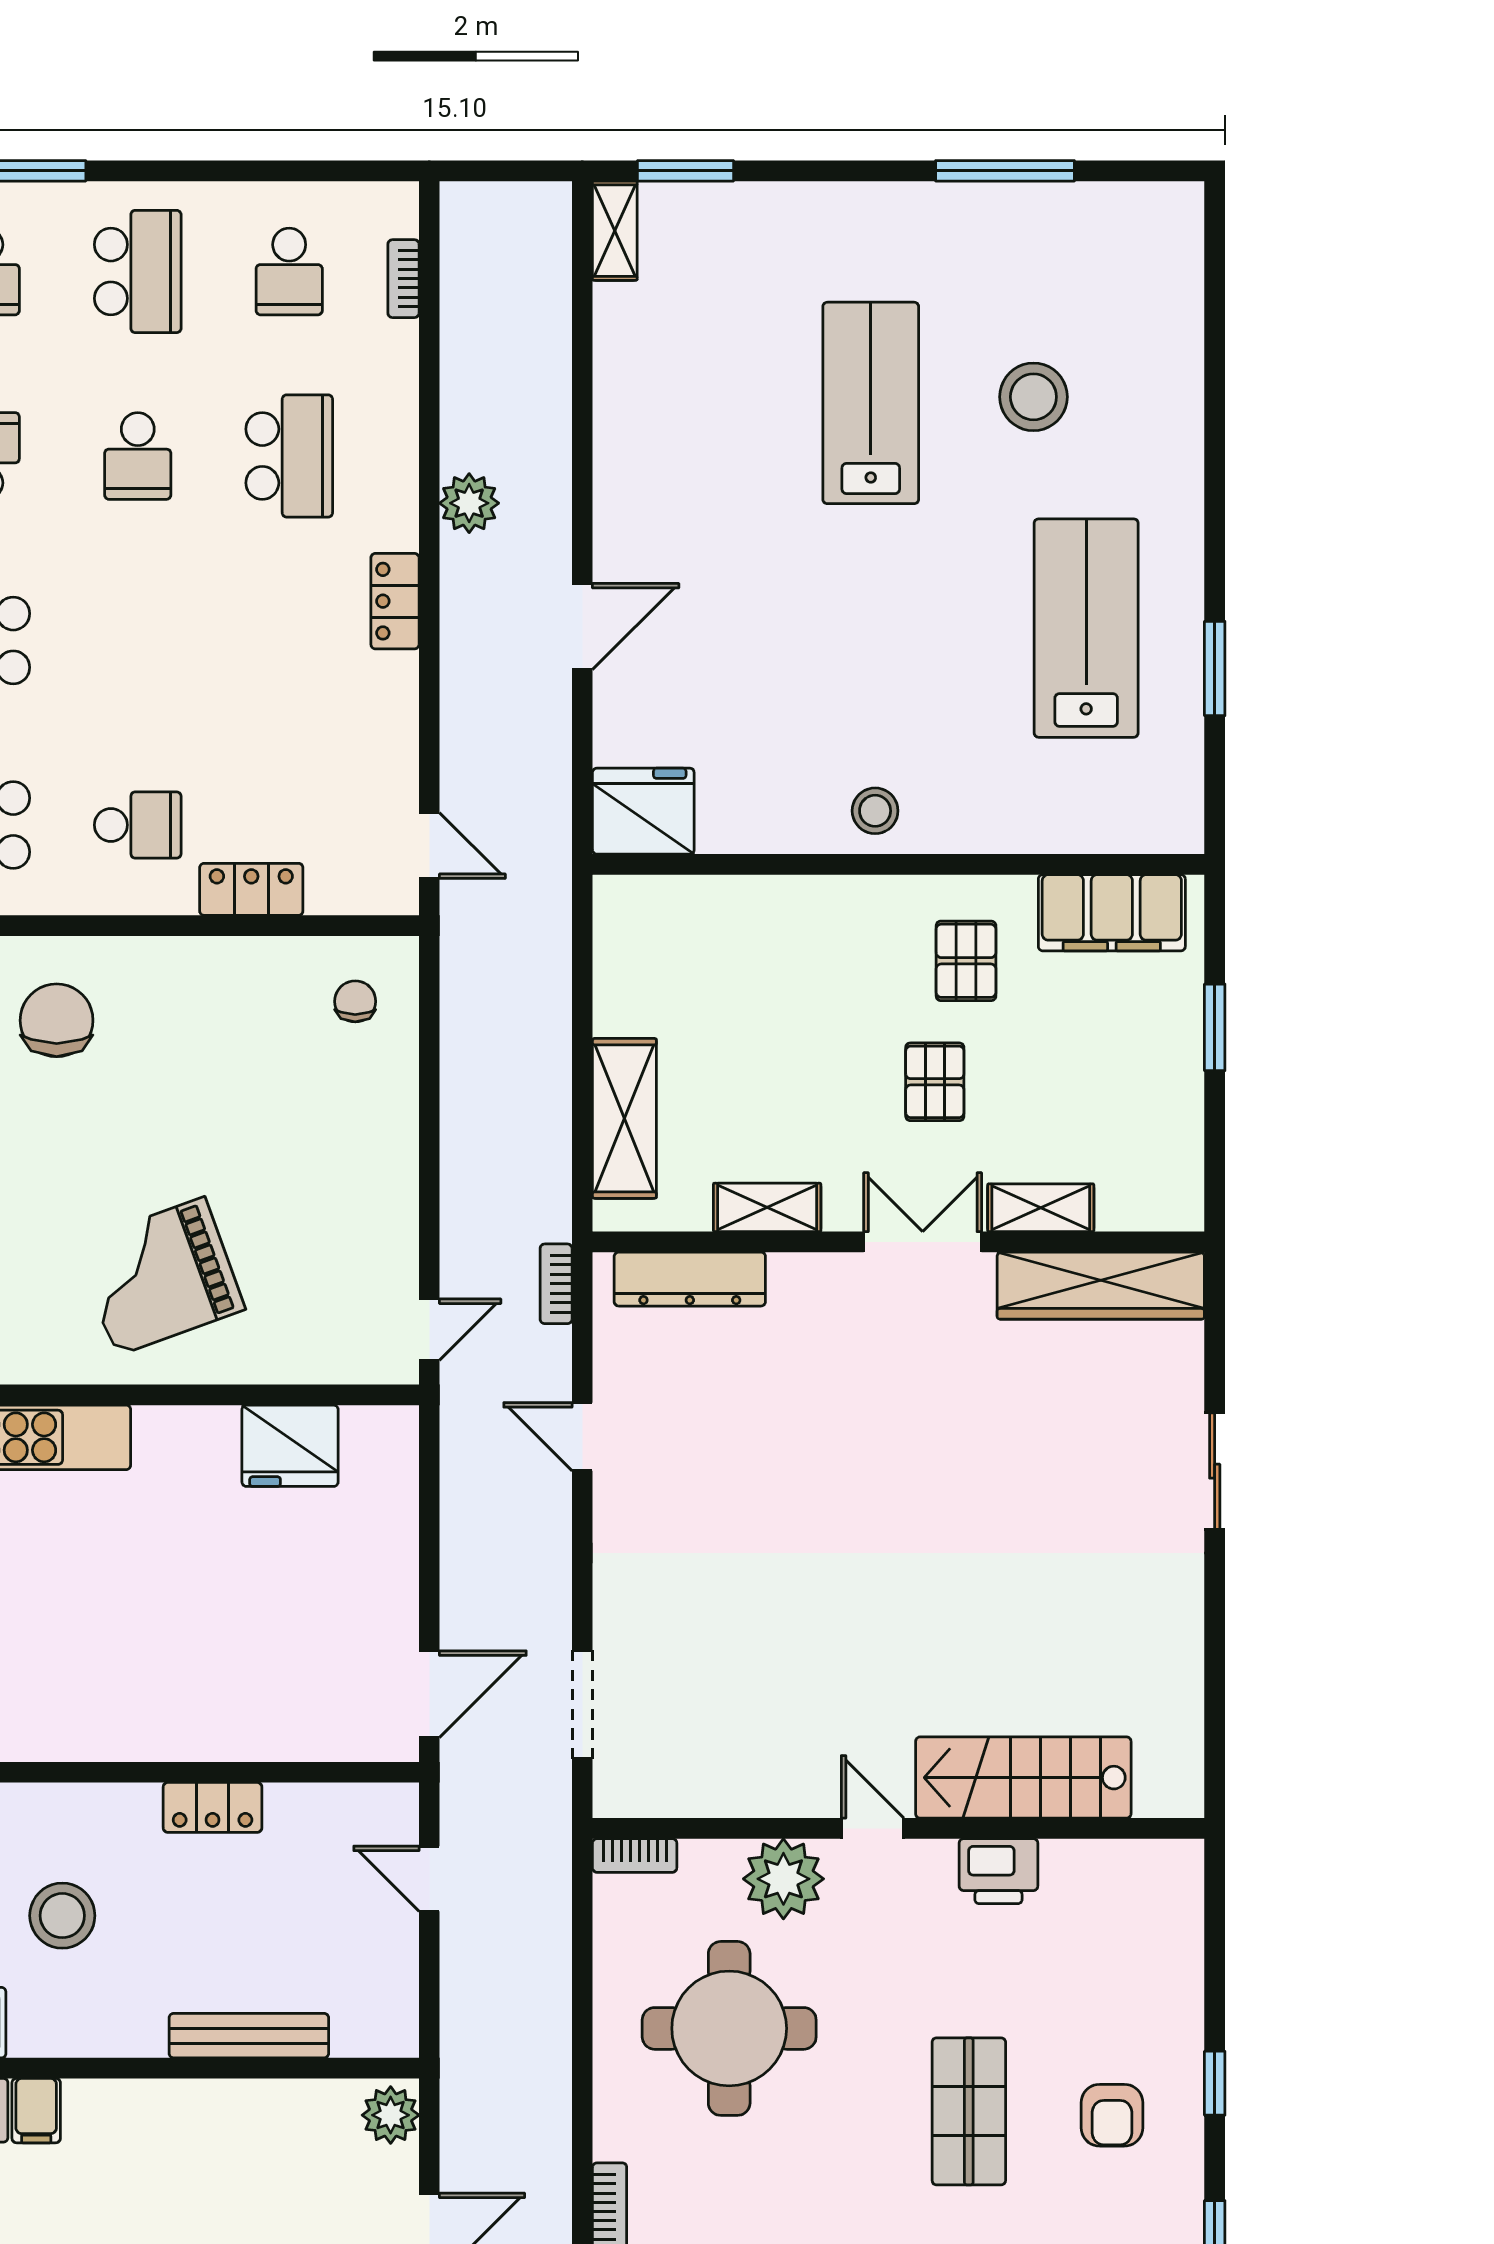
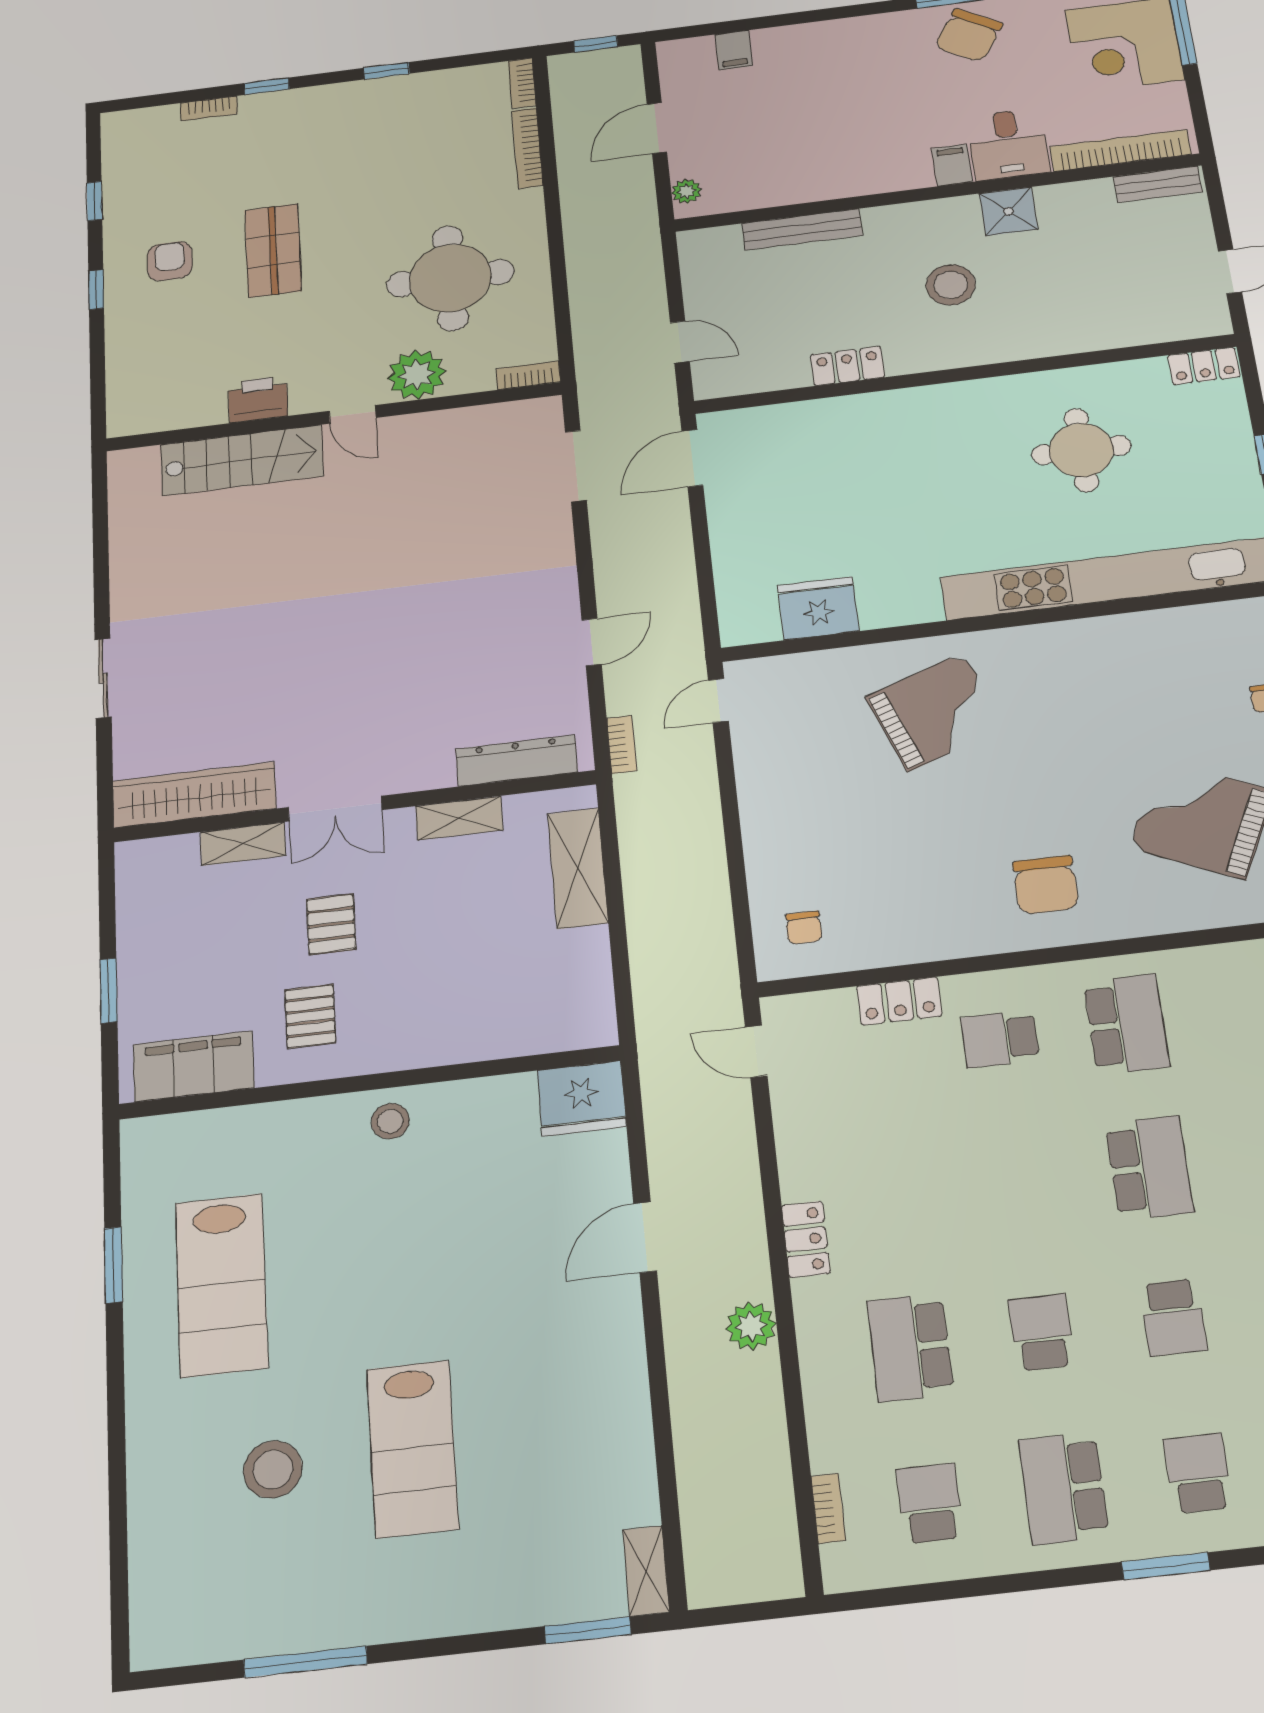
door: (582, 1437) -> (592, 642), hinge flipped
plant: (391, 2115) -> (686, 191), width x0.73, depth x0.73

